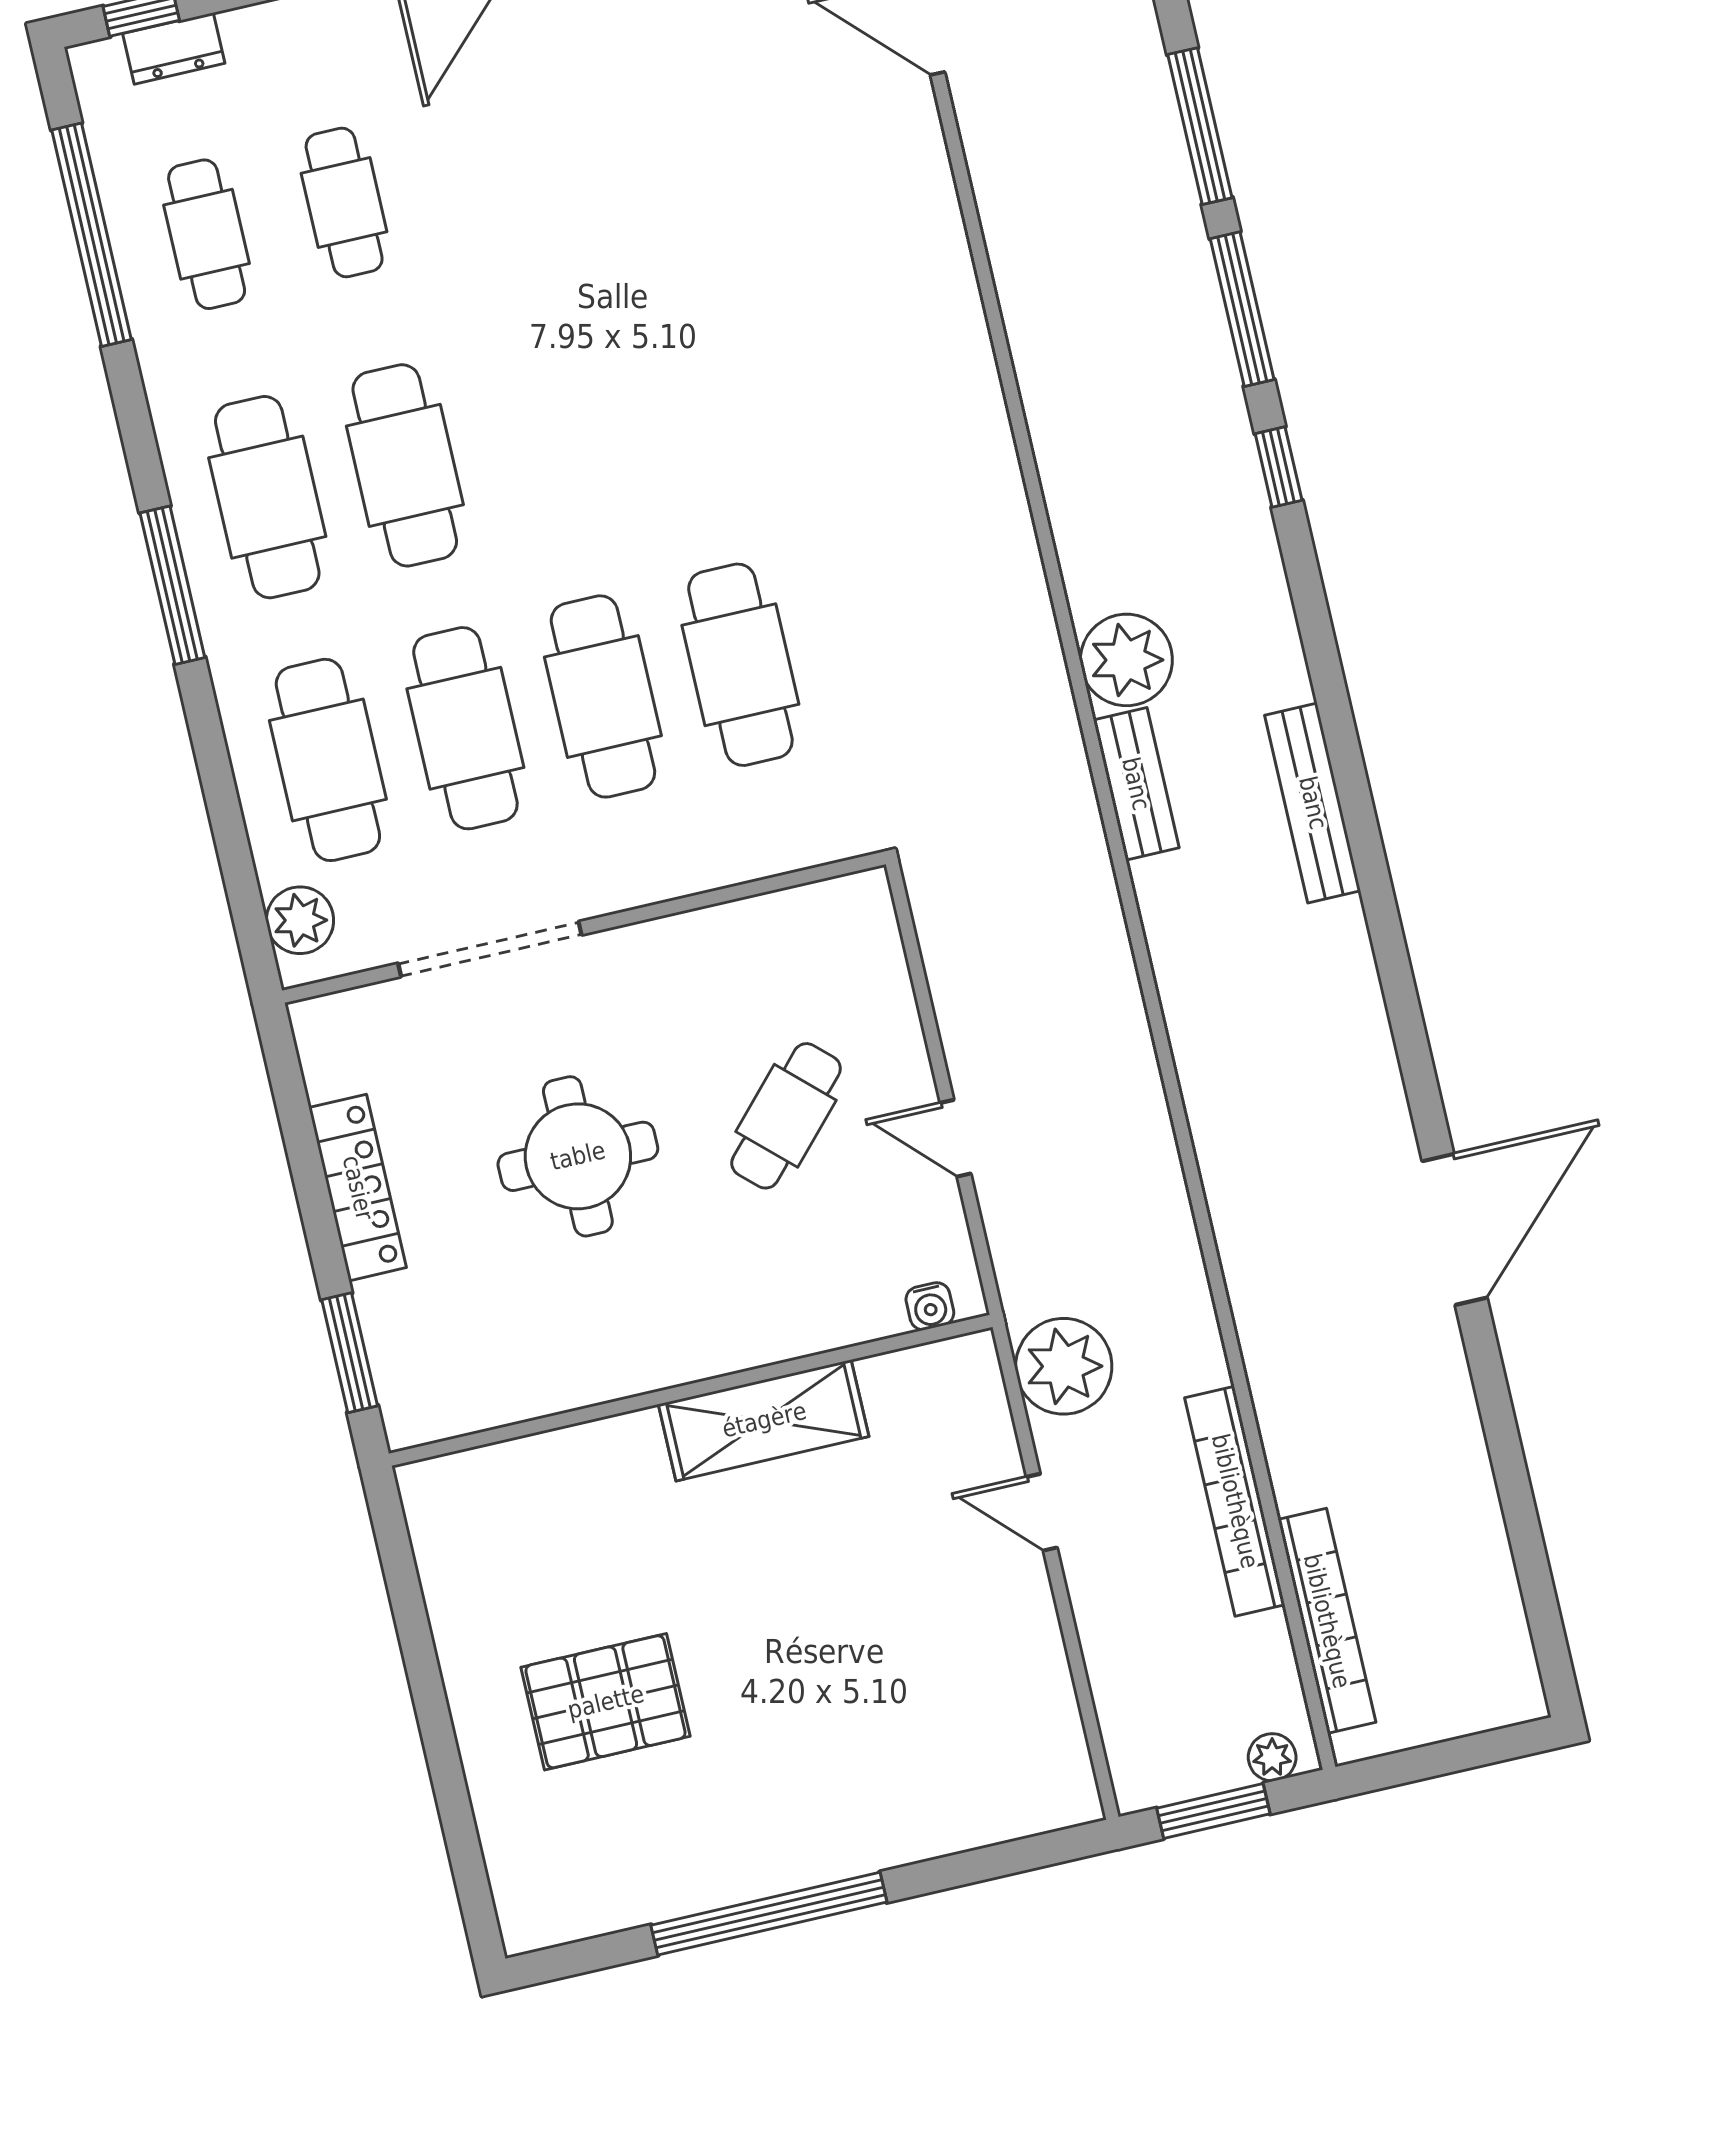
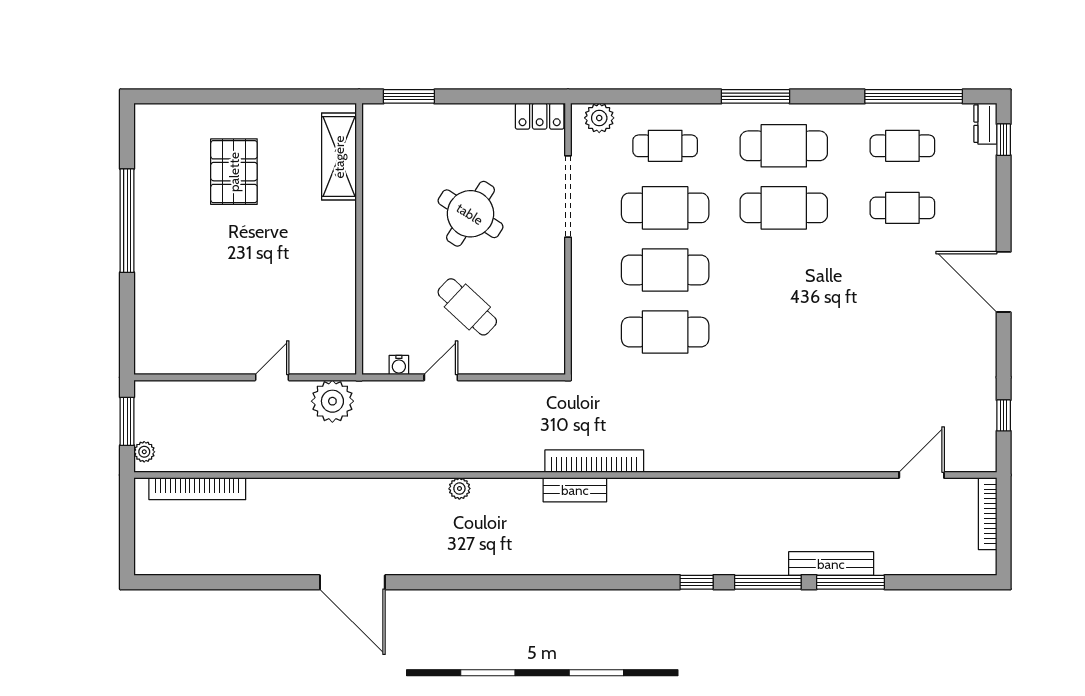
dresser: (174, 48) -> (985, 124), moved
plant: (1126, 660) -> (459, 489), moved, width x0.53, depth x0.53
cafe table: (328, 760) -> (665, 146), width x0.73, depth x0.74
bench: (1313, 803) -> (831, 564), moved
round table: (578, 1156) -> (470, 214), turned 32
locker: (358, 1188) -> (540, 116), moved, width x0.66
water cooler: (930, 1306) -> (399, 365), moved, turned -90
shelving: (764, 1420) -> (339, 157), moved
bookcase: (1235, 1501) -> (594, 461), moved

